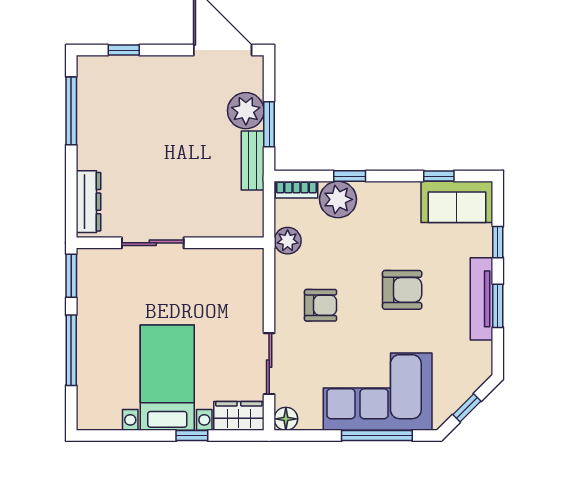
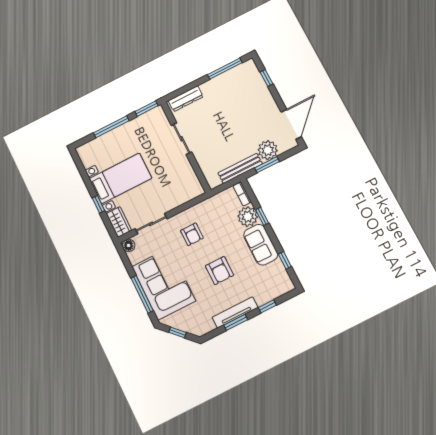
bench: (253, 161) -> (240, 168), width x1.36
sofa: (457, 202) -> (261, 245), moved
plant: (288, 241) -> (215, 202), removed

